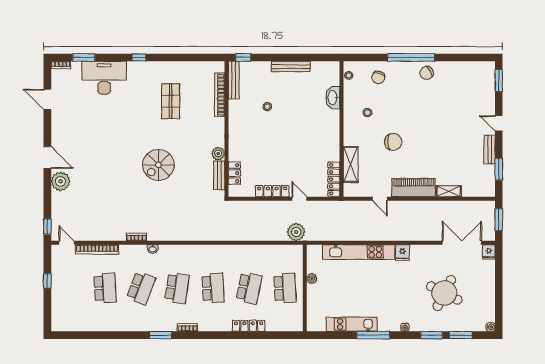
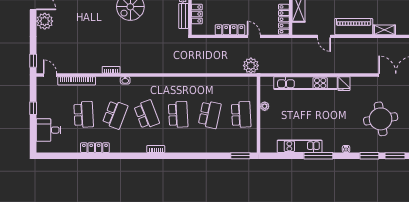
school desk: (177, 288) -> (147, 115), turned -30
round table: (444, 293) -> (381, 119), turned -36
desk: (65, 306) -> (49, 130), added
locker: (249, 326) -> (95, 148), moved
window: (161, 335) -> (240, 156), moved

